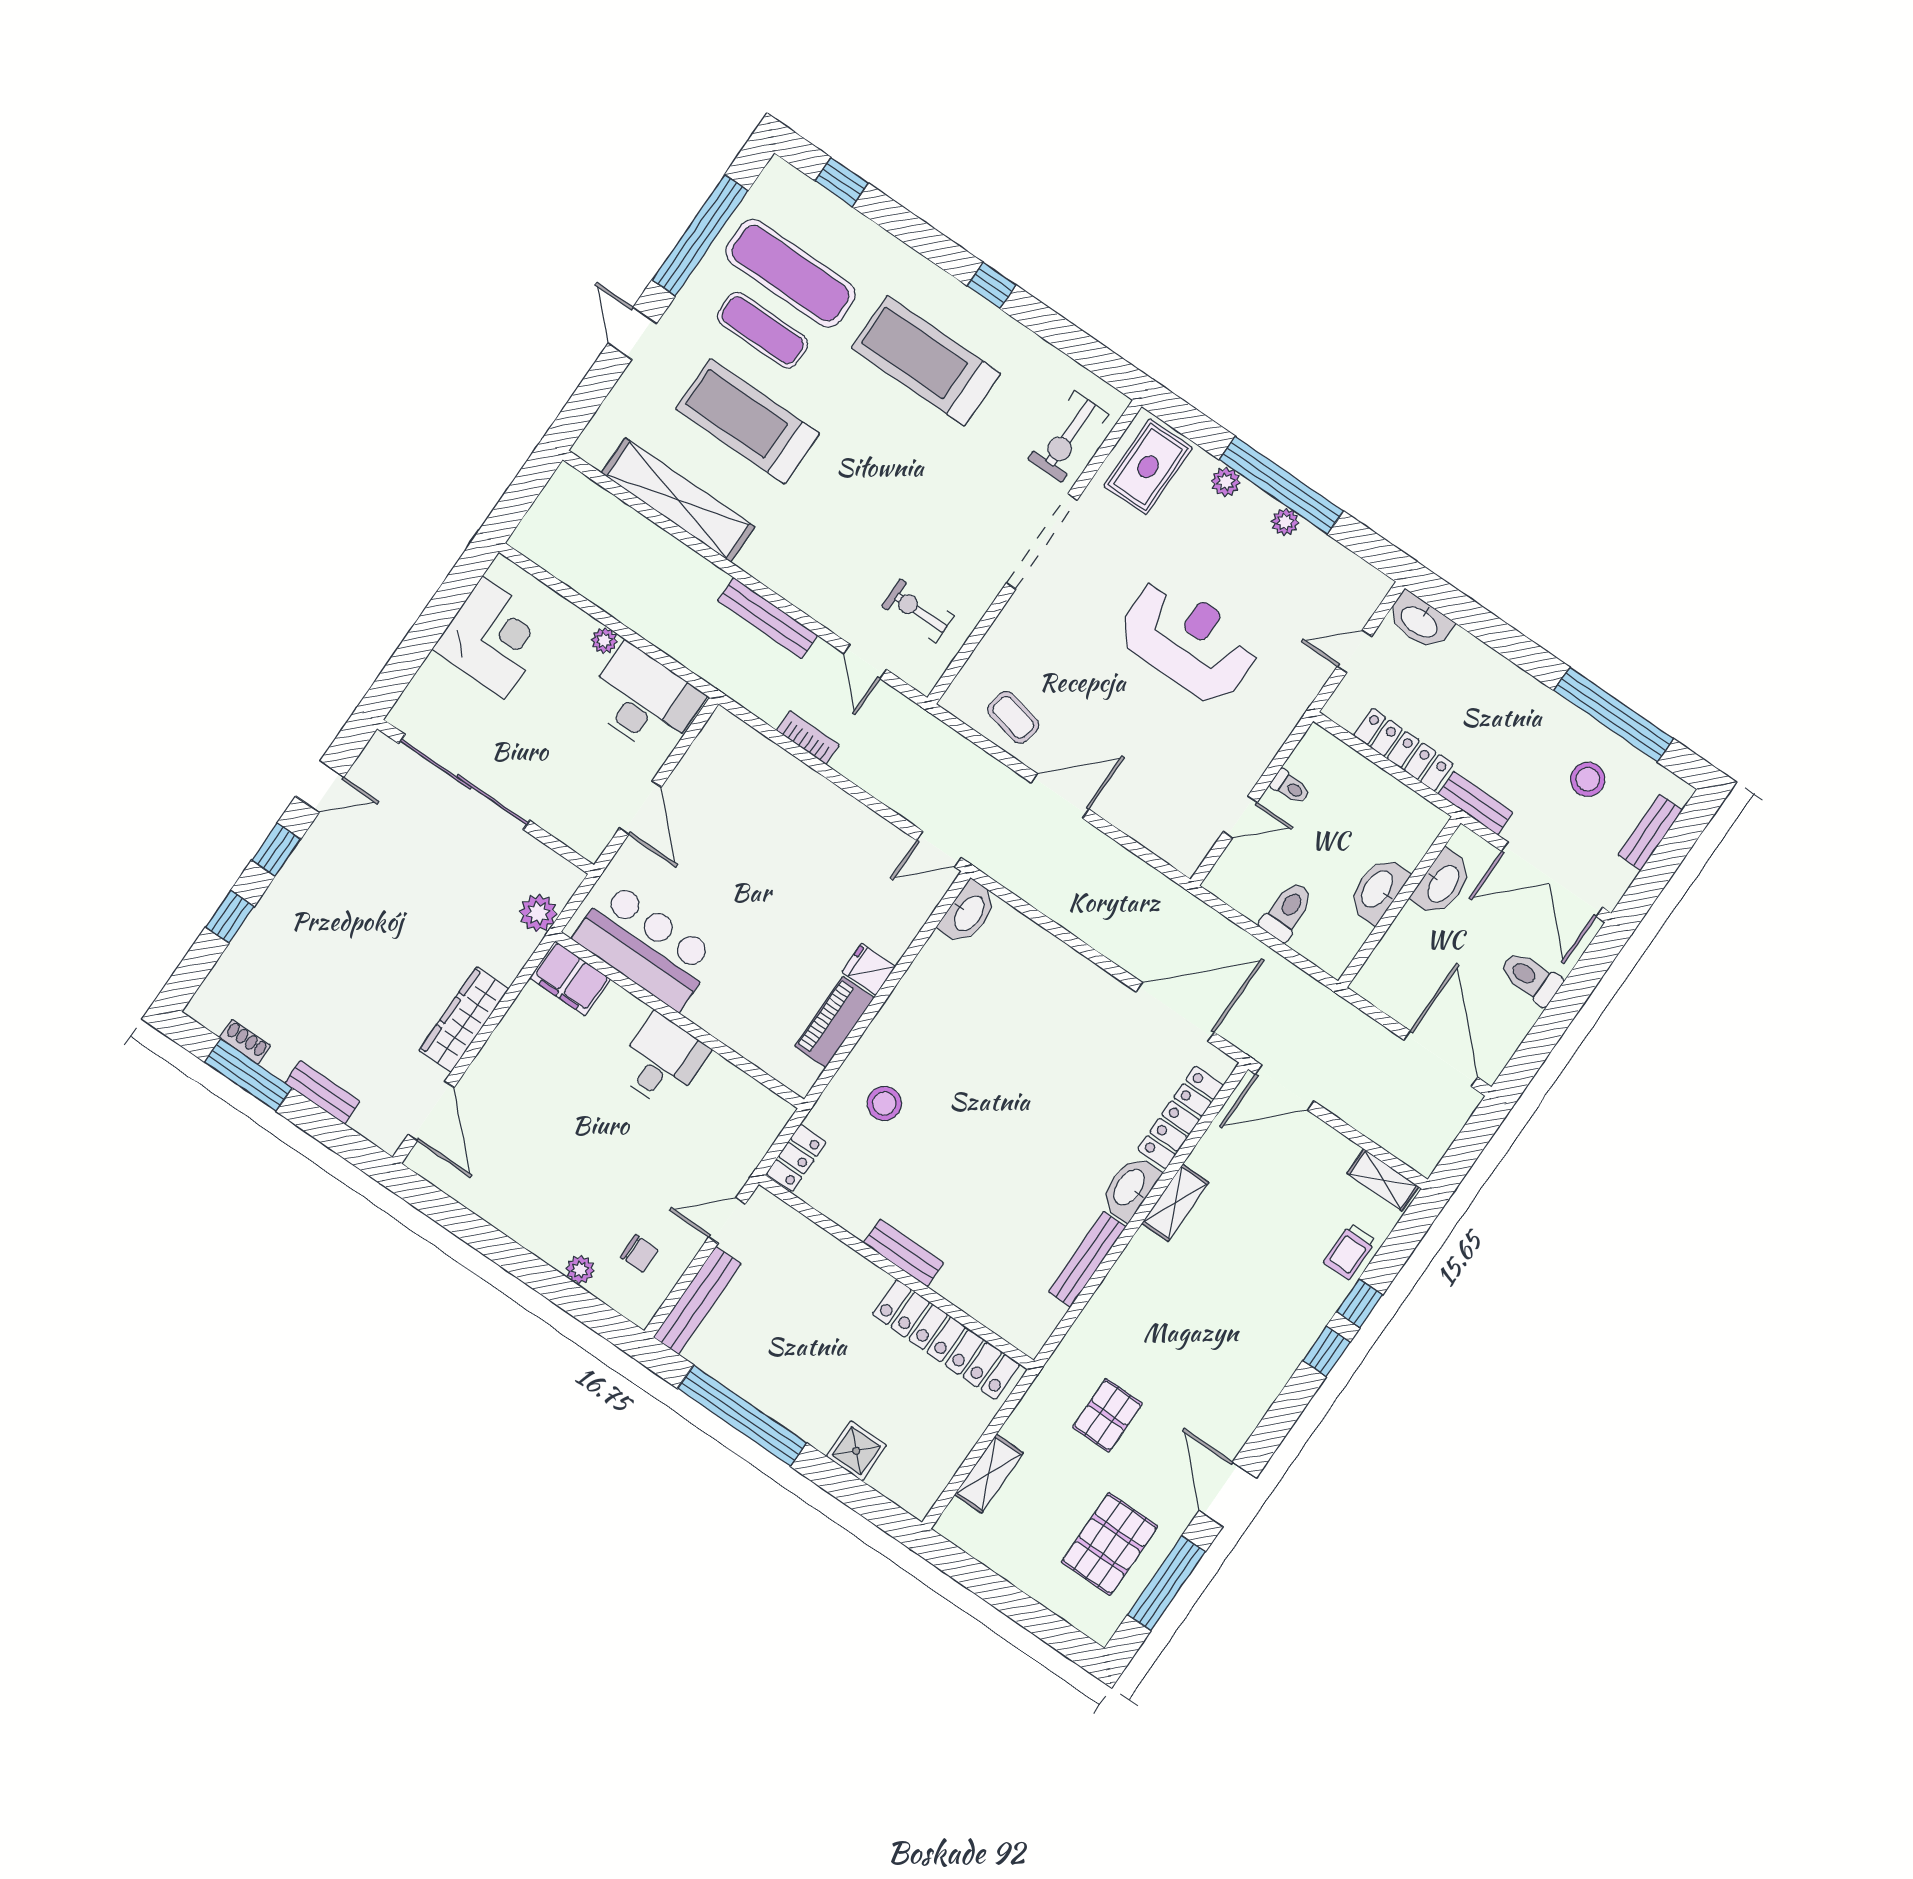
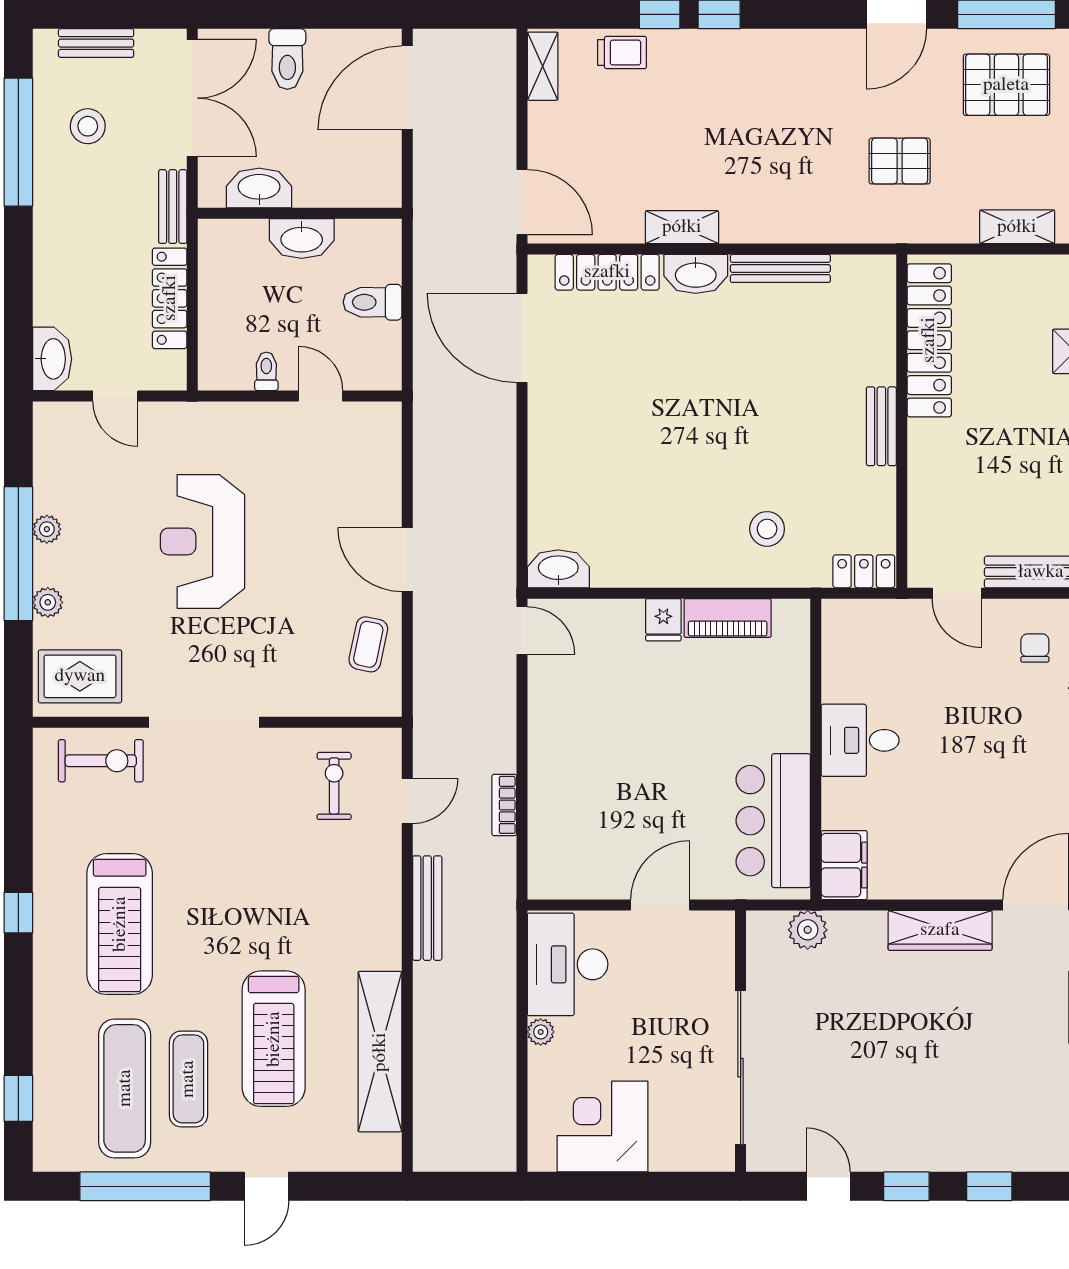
exercise bike: (918, 611) -> (334, 786), turned 180

